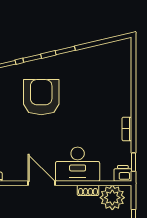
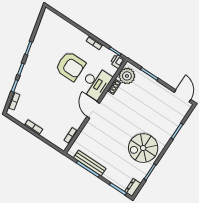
armchair: (41, 97) -> (70, 66), moved, turned 180
door: (41, 183) -> (93, 110), hinge flipped

